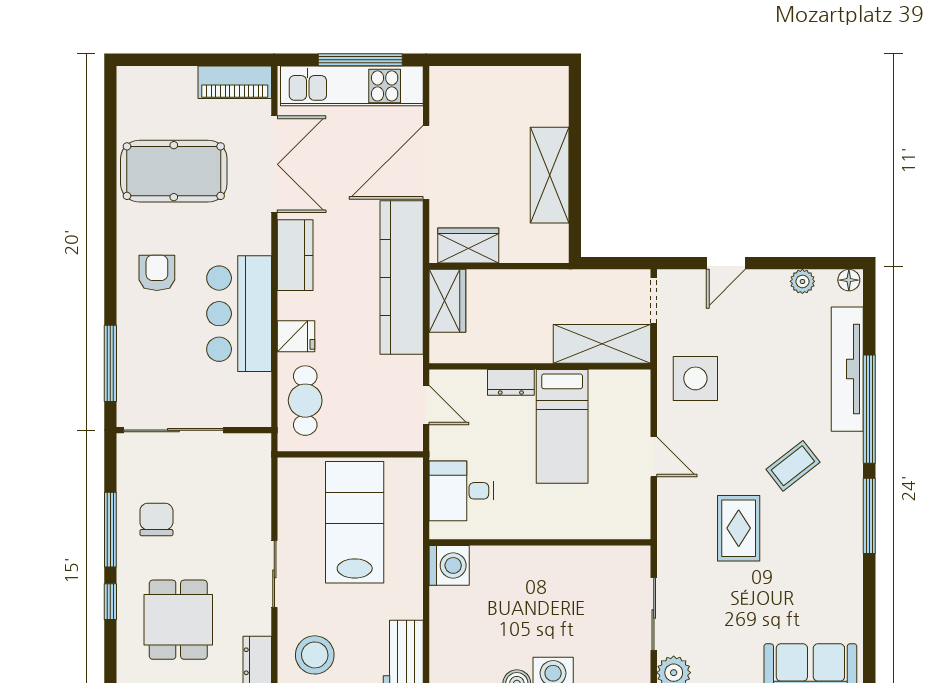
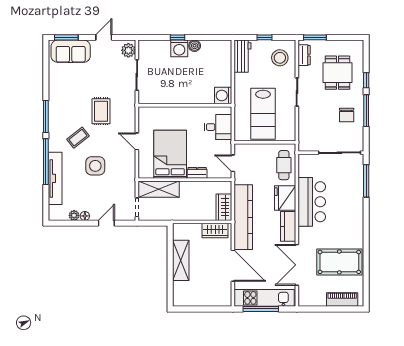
piano: (235, 82) -> (342, 299), moved
door: (426, 162) -> (233, 266), hinge flipped
armchair: (157, 273) -> (346, 219), removed
floor lamp: (849, 280) -> (85, 216), moved
fridge: (296, 336) -> (285, 198), width x1.88, depth x1.34
side table: (695, 378) -> (95, 166), moved
bed: (562, 426) -> (170, 154), width x1.50

